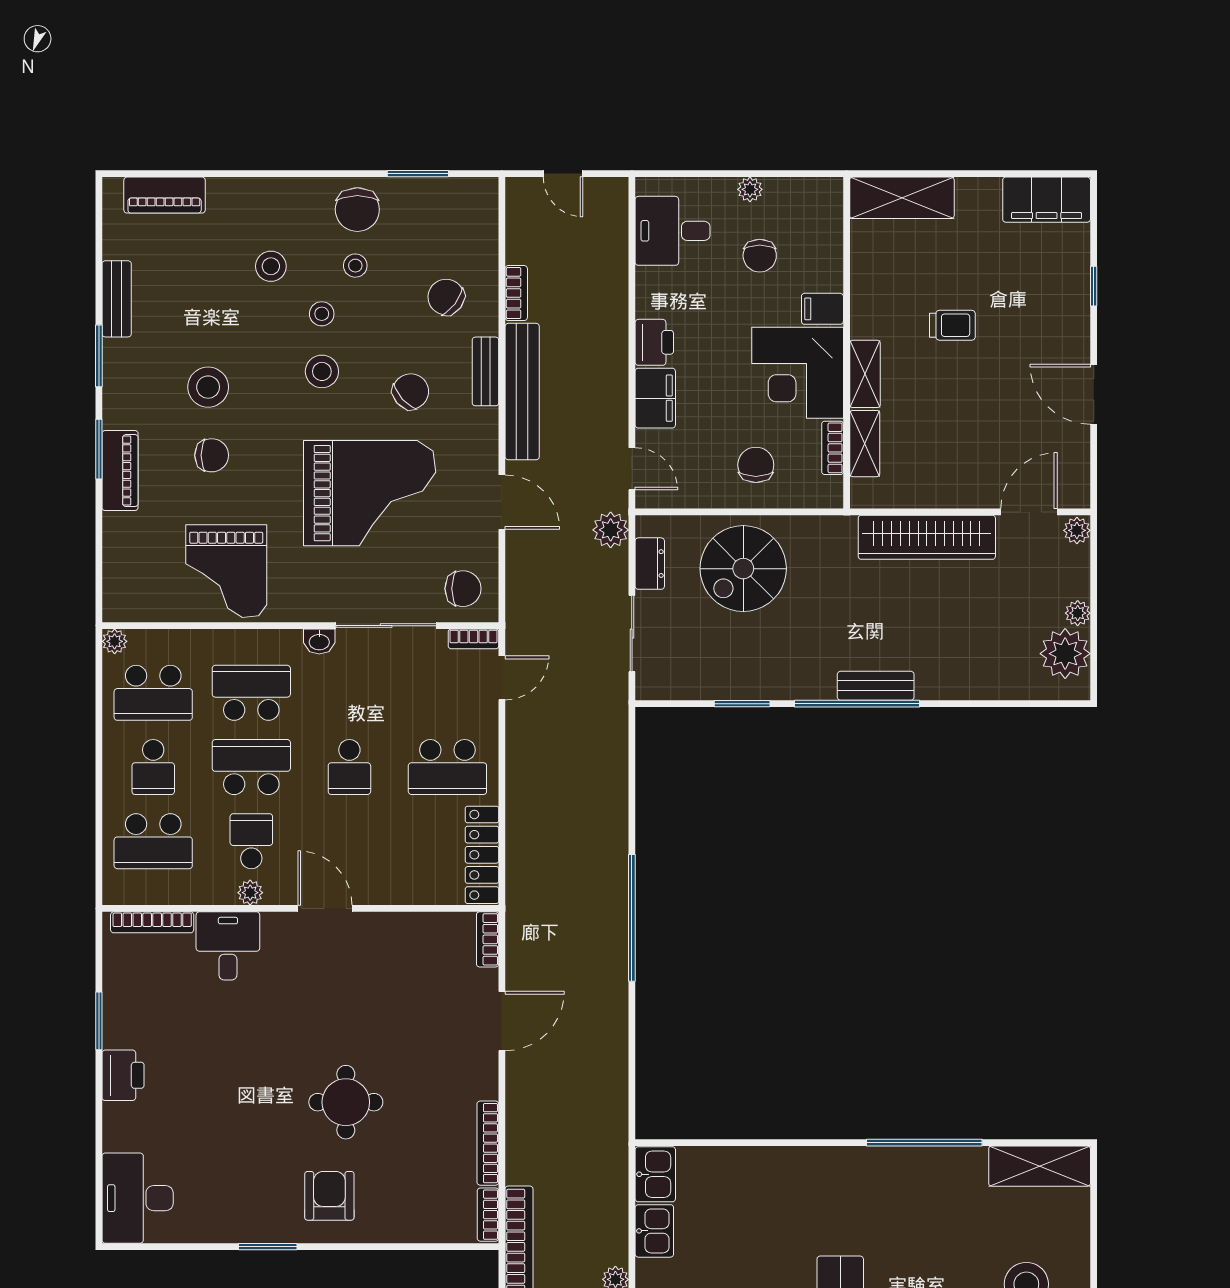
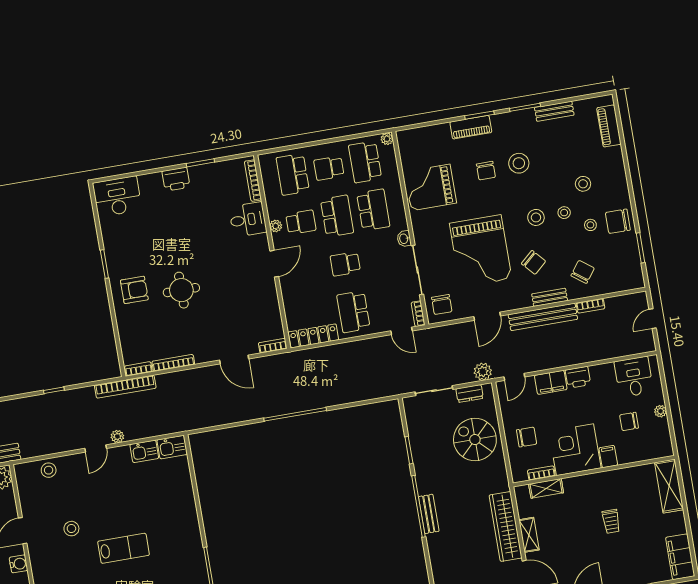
shelving: (865, 374) -> (529, 535), moved, turned 90

